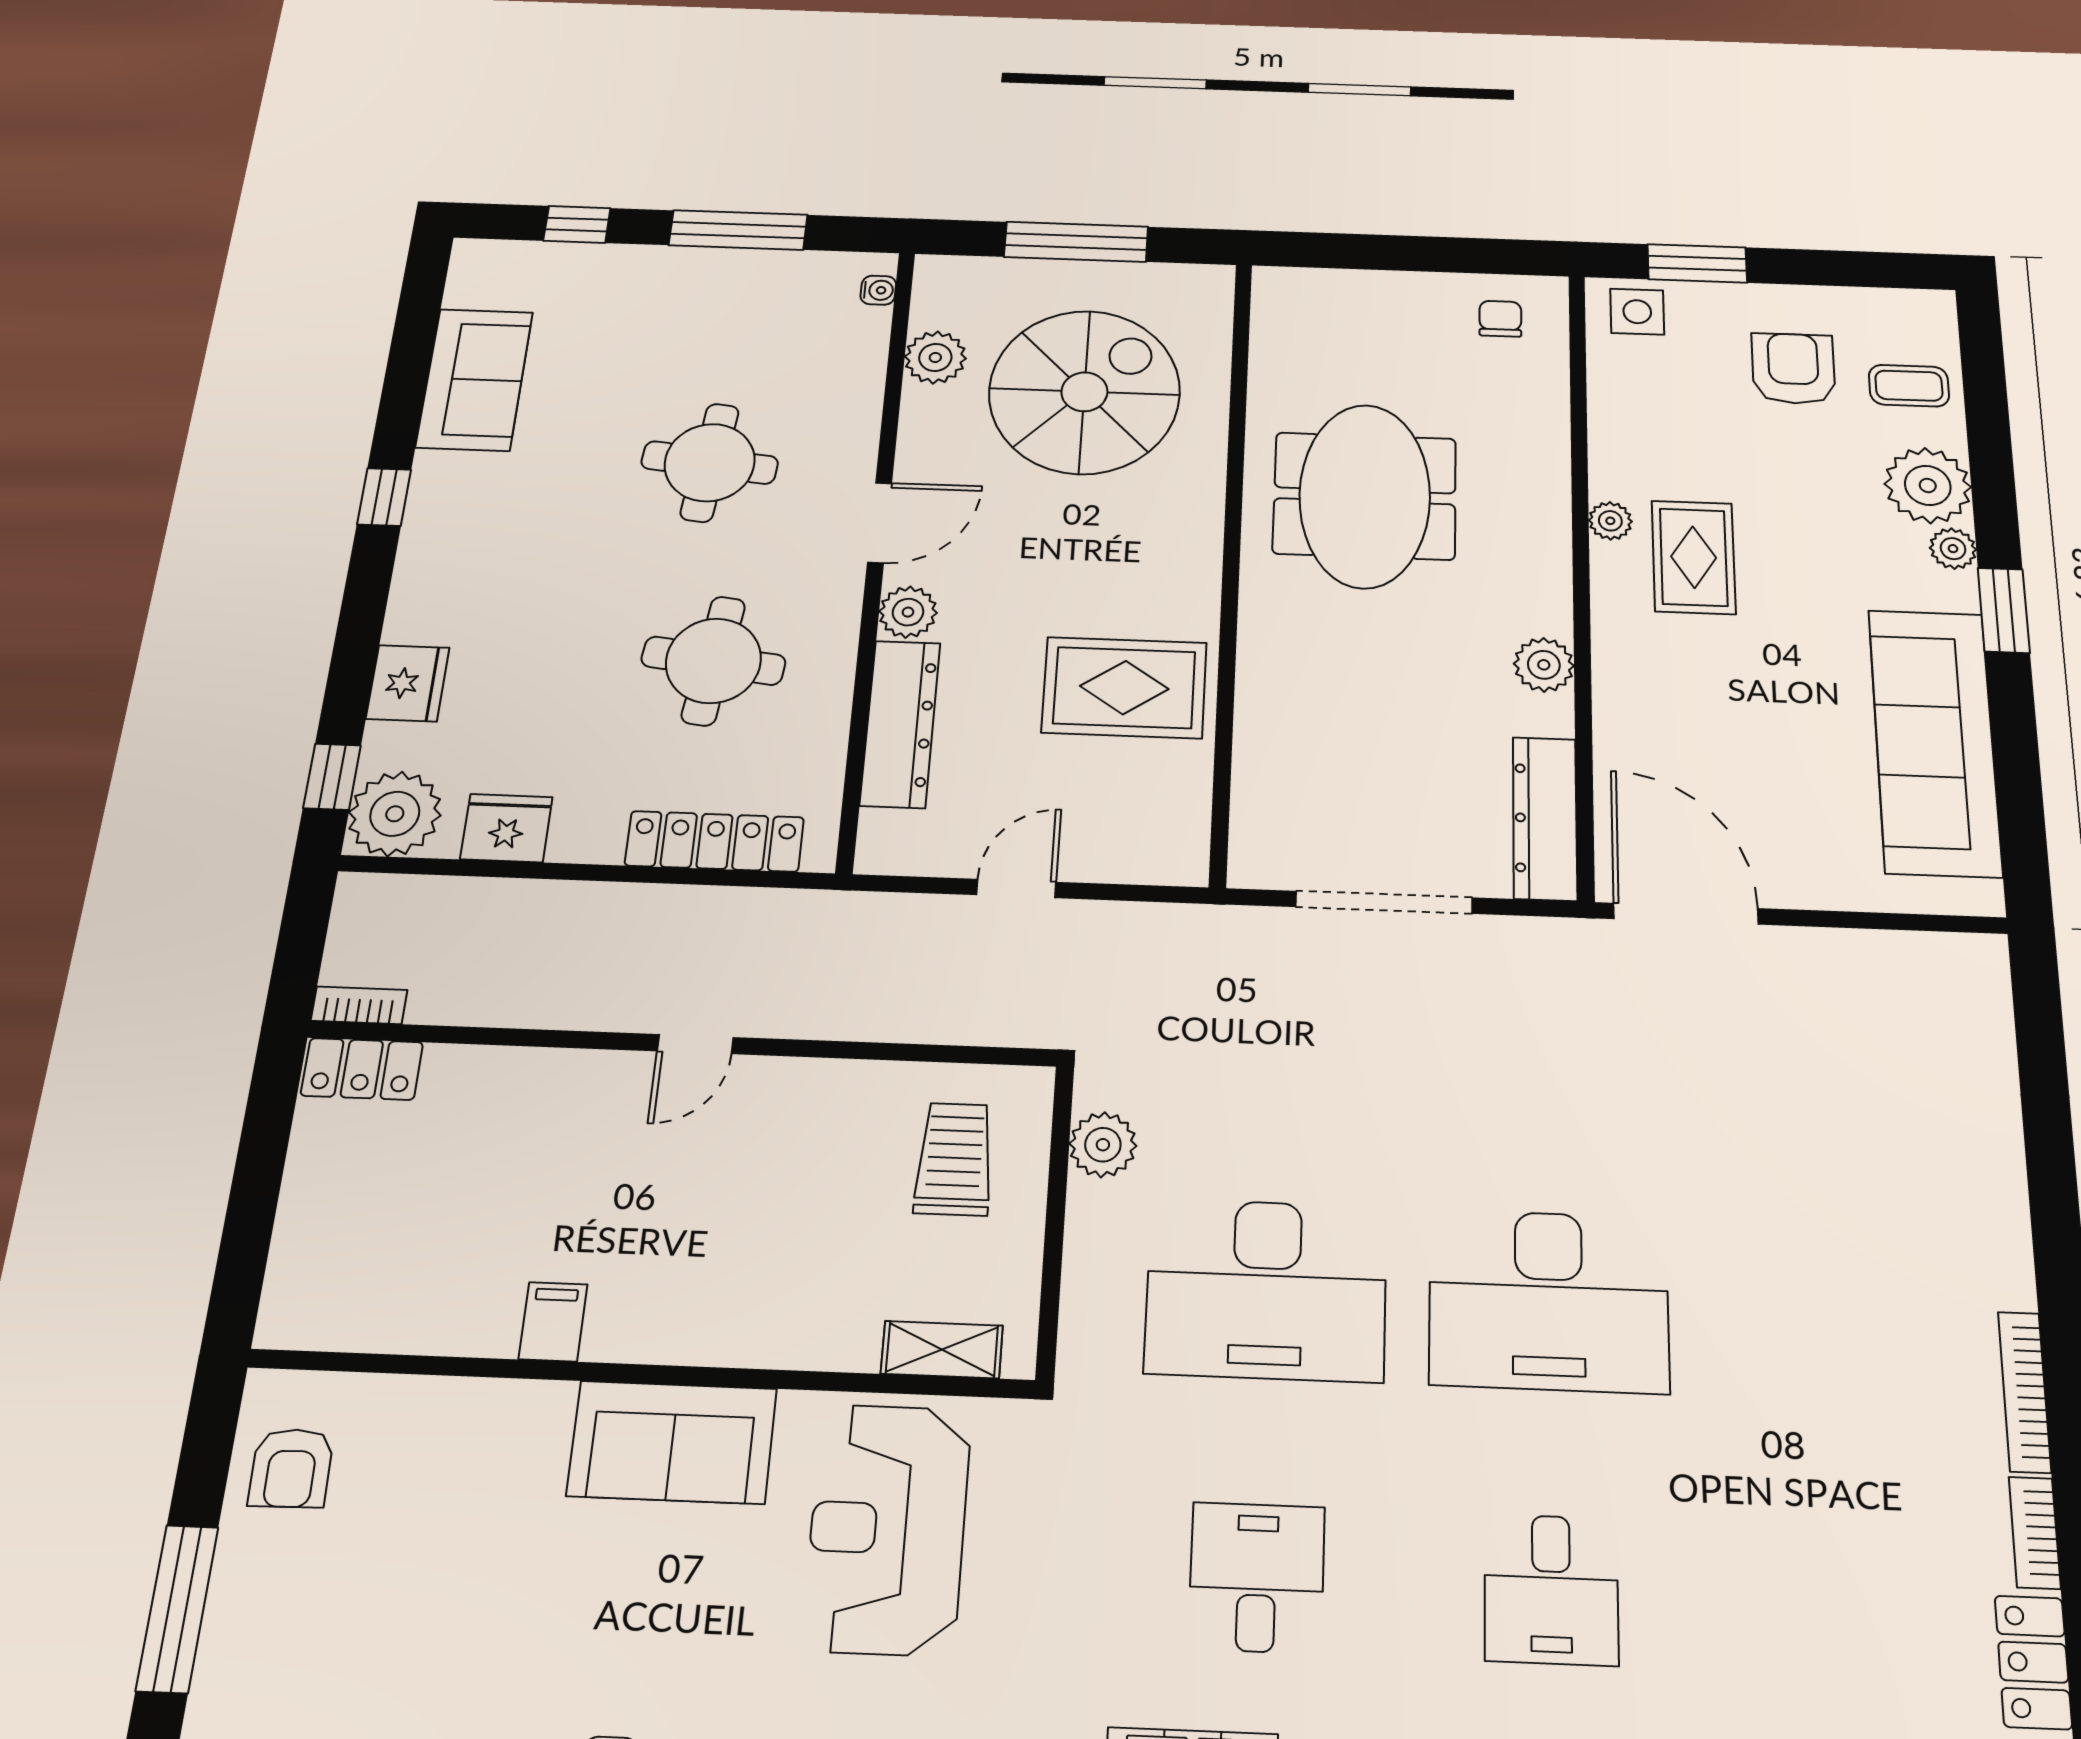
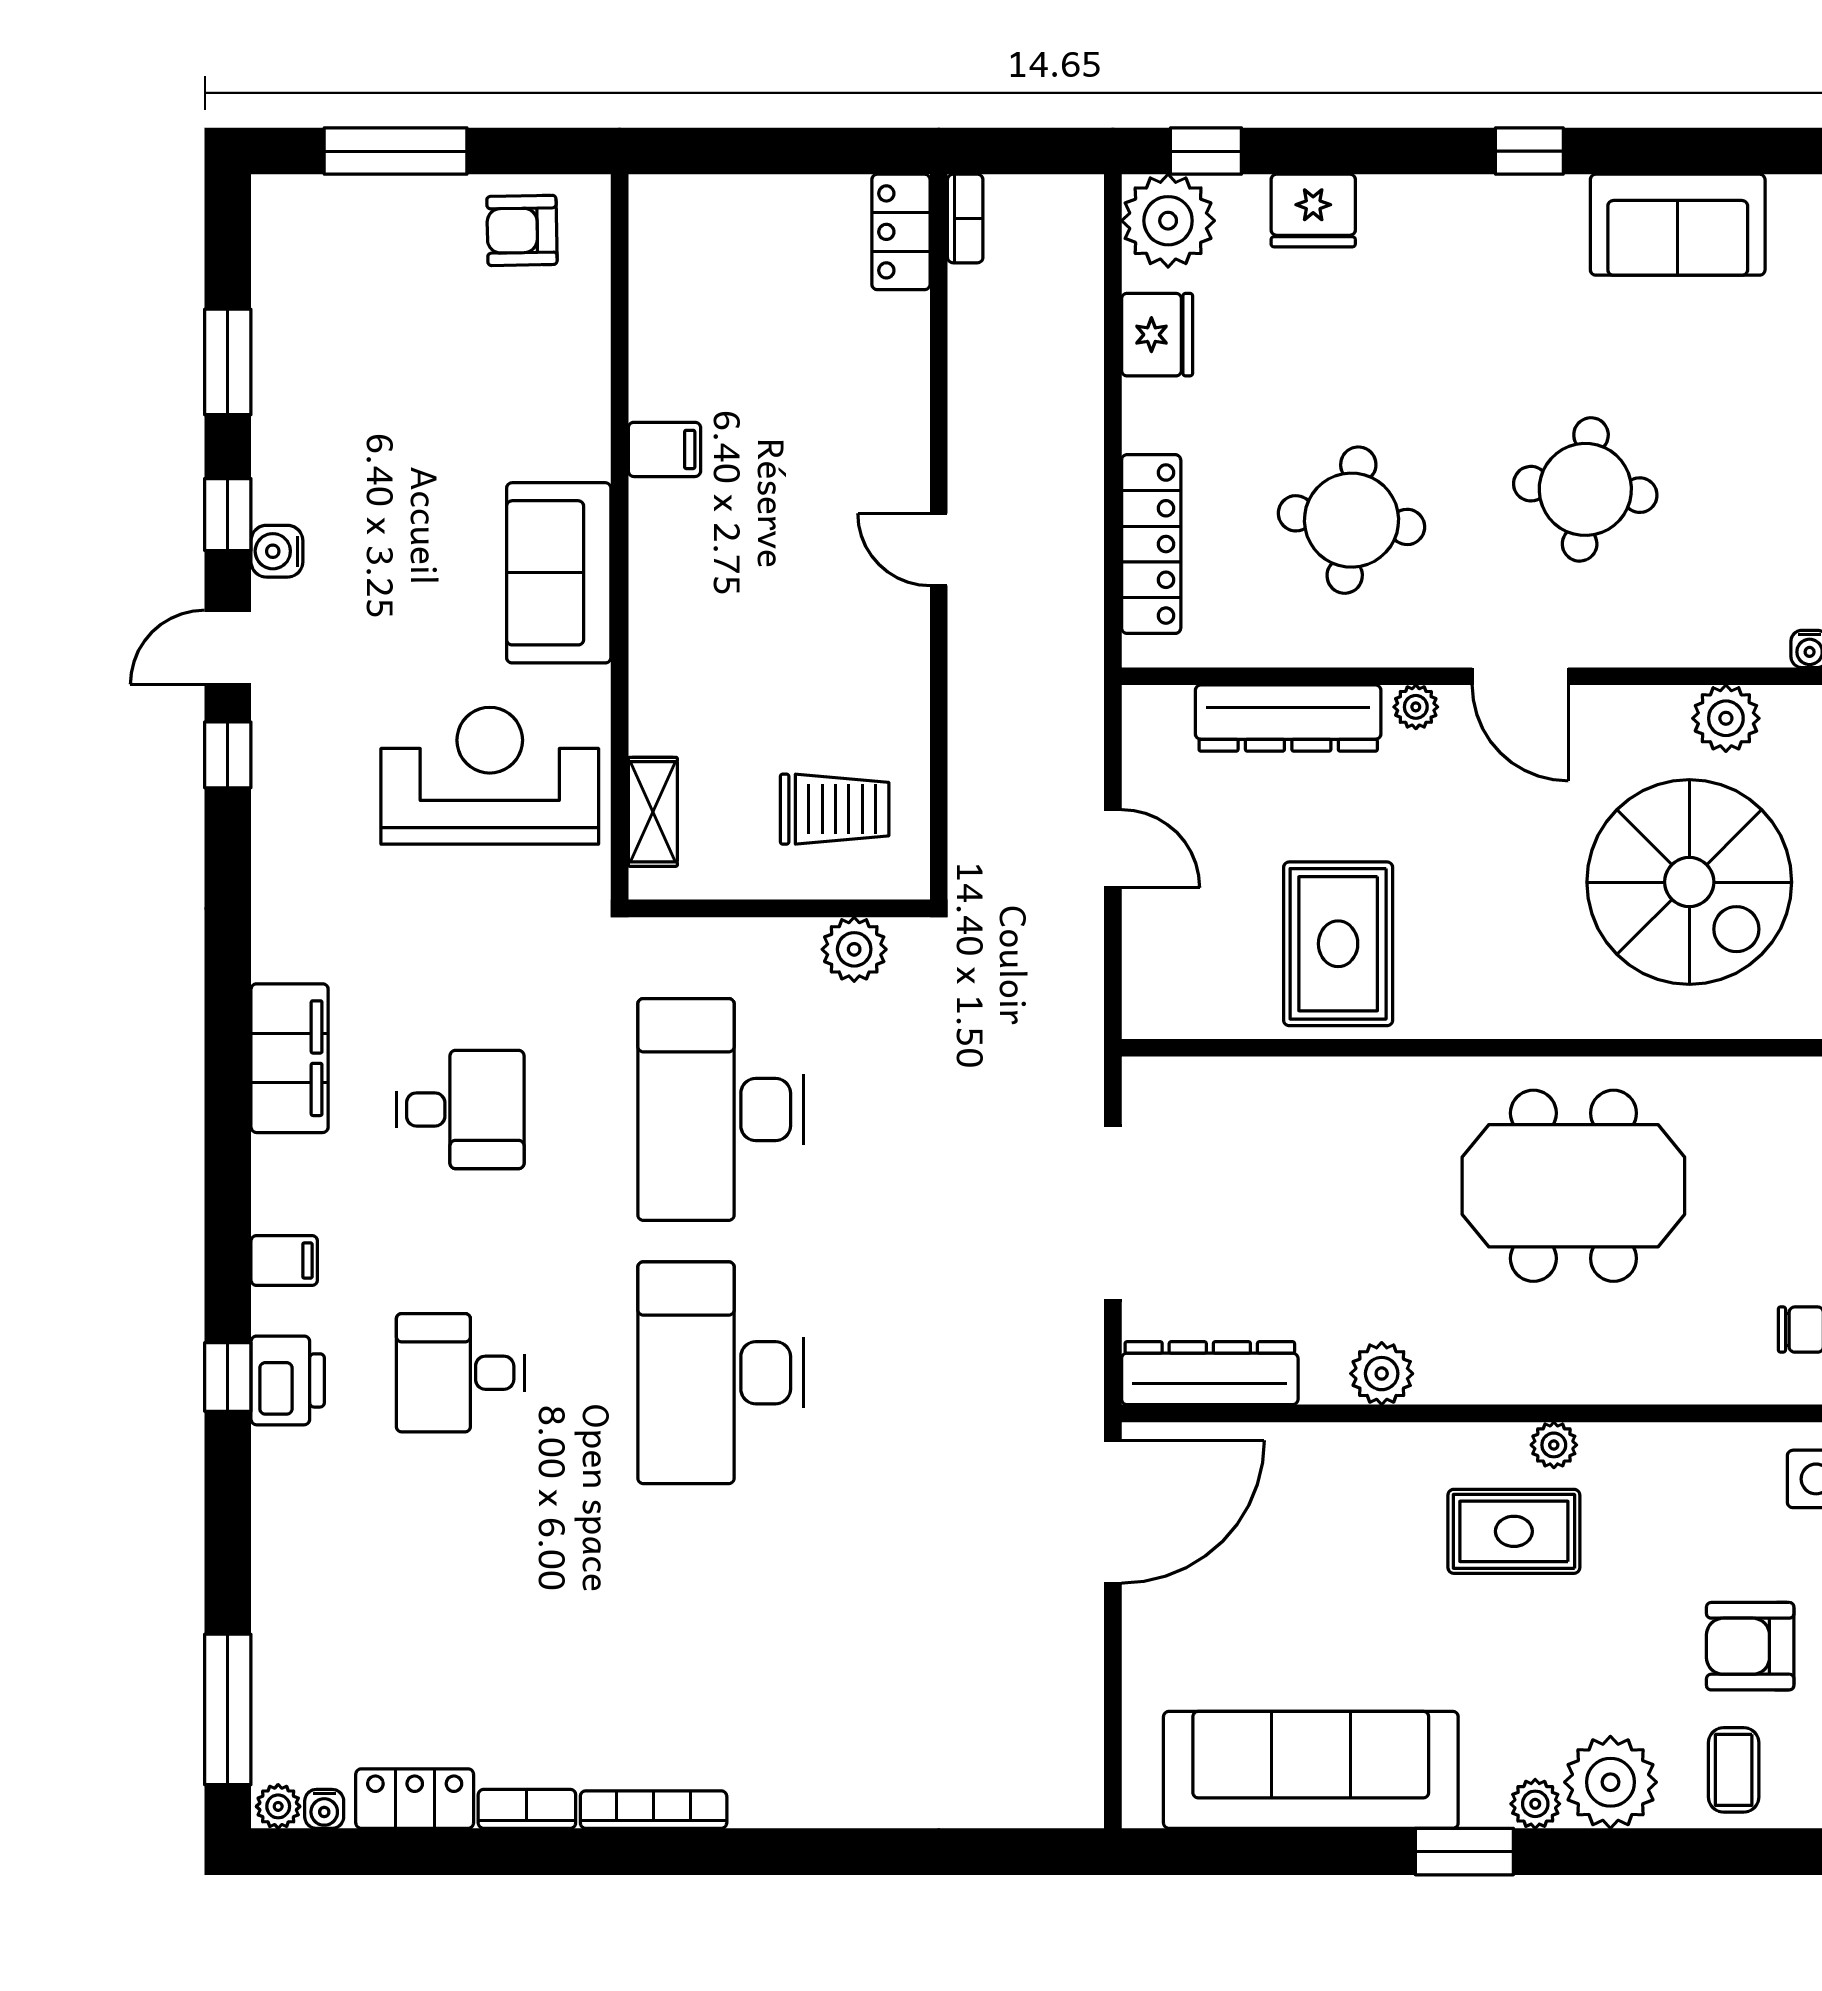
armchair: (1793, 369) -> (1750, 1646), turned 180
plant: (908, 612) -> (1416, 707), width x0.73, depth x0.73

